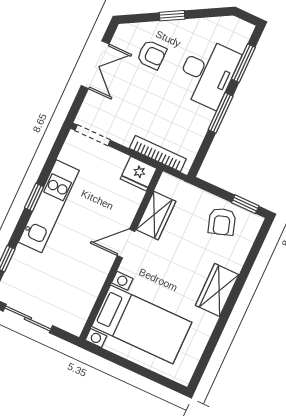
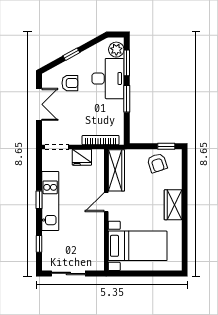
plant: (237, 38) -> (116, 50), added
fridge: (139, 174) -> (82, 157), moved
wardrobe: (156, 216) -> (116, 170), width x1.50

